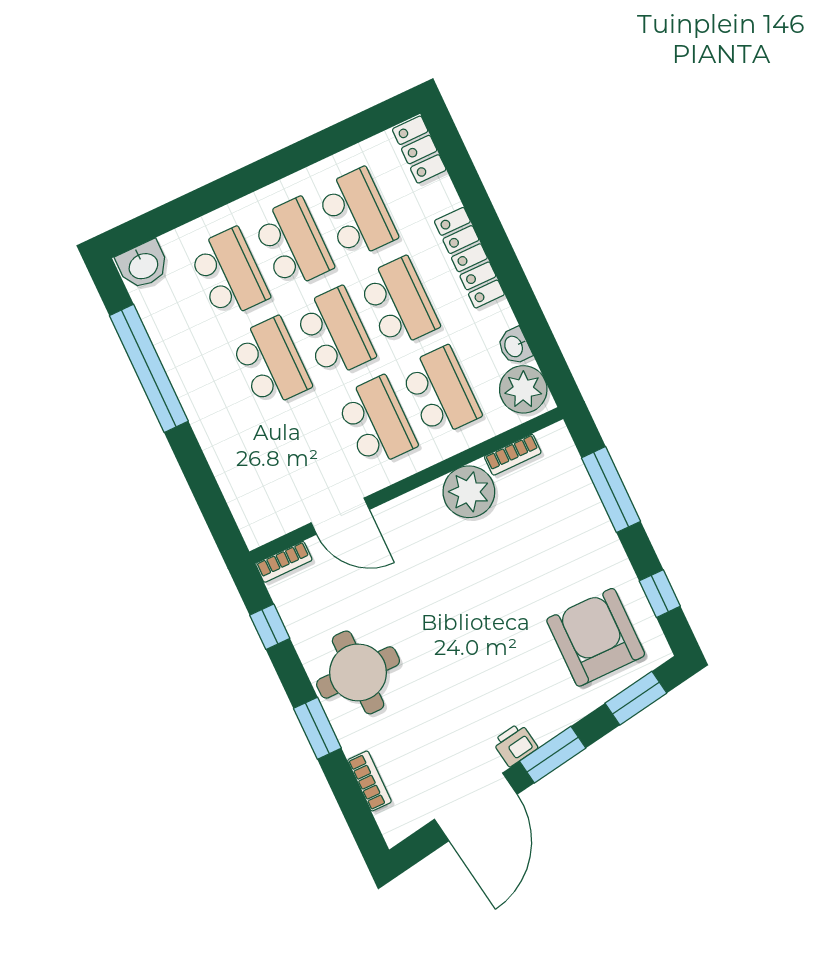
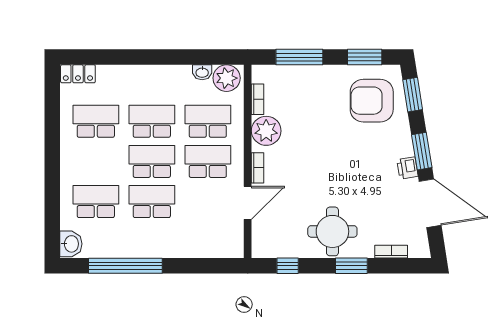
school desk: (293, 243) -> (96, 161), removed
locker: (469, 258) -> (146, 74), removed
bookcase: (284, 562) -> (258, 168), moved
window: (660, 594) -> (365, 57), width x1.50

